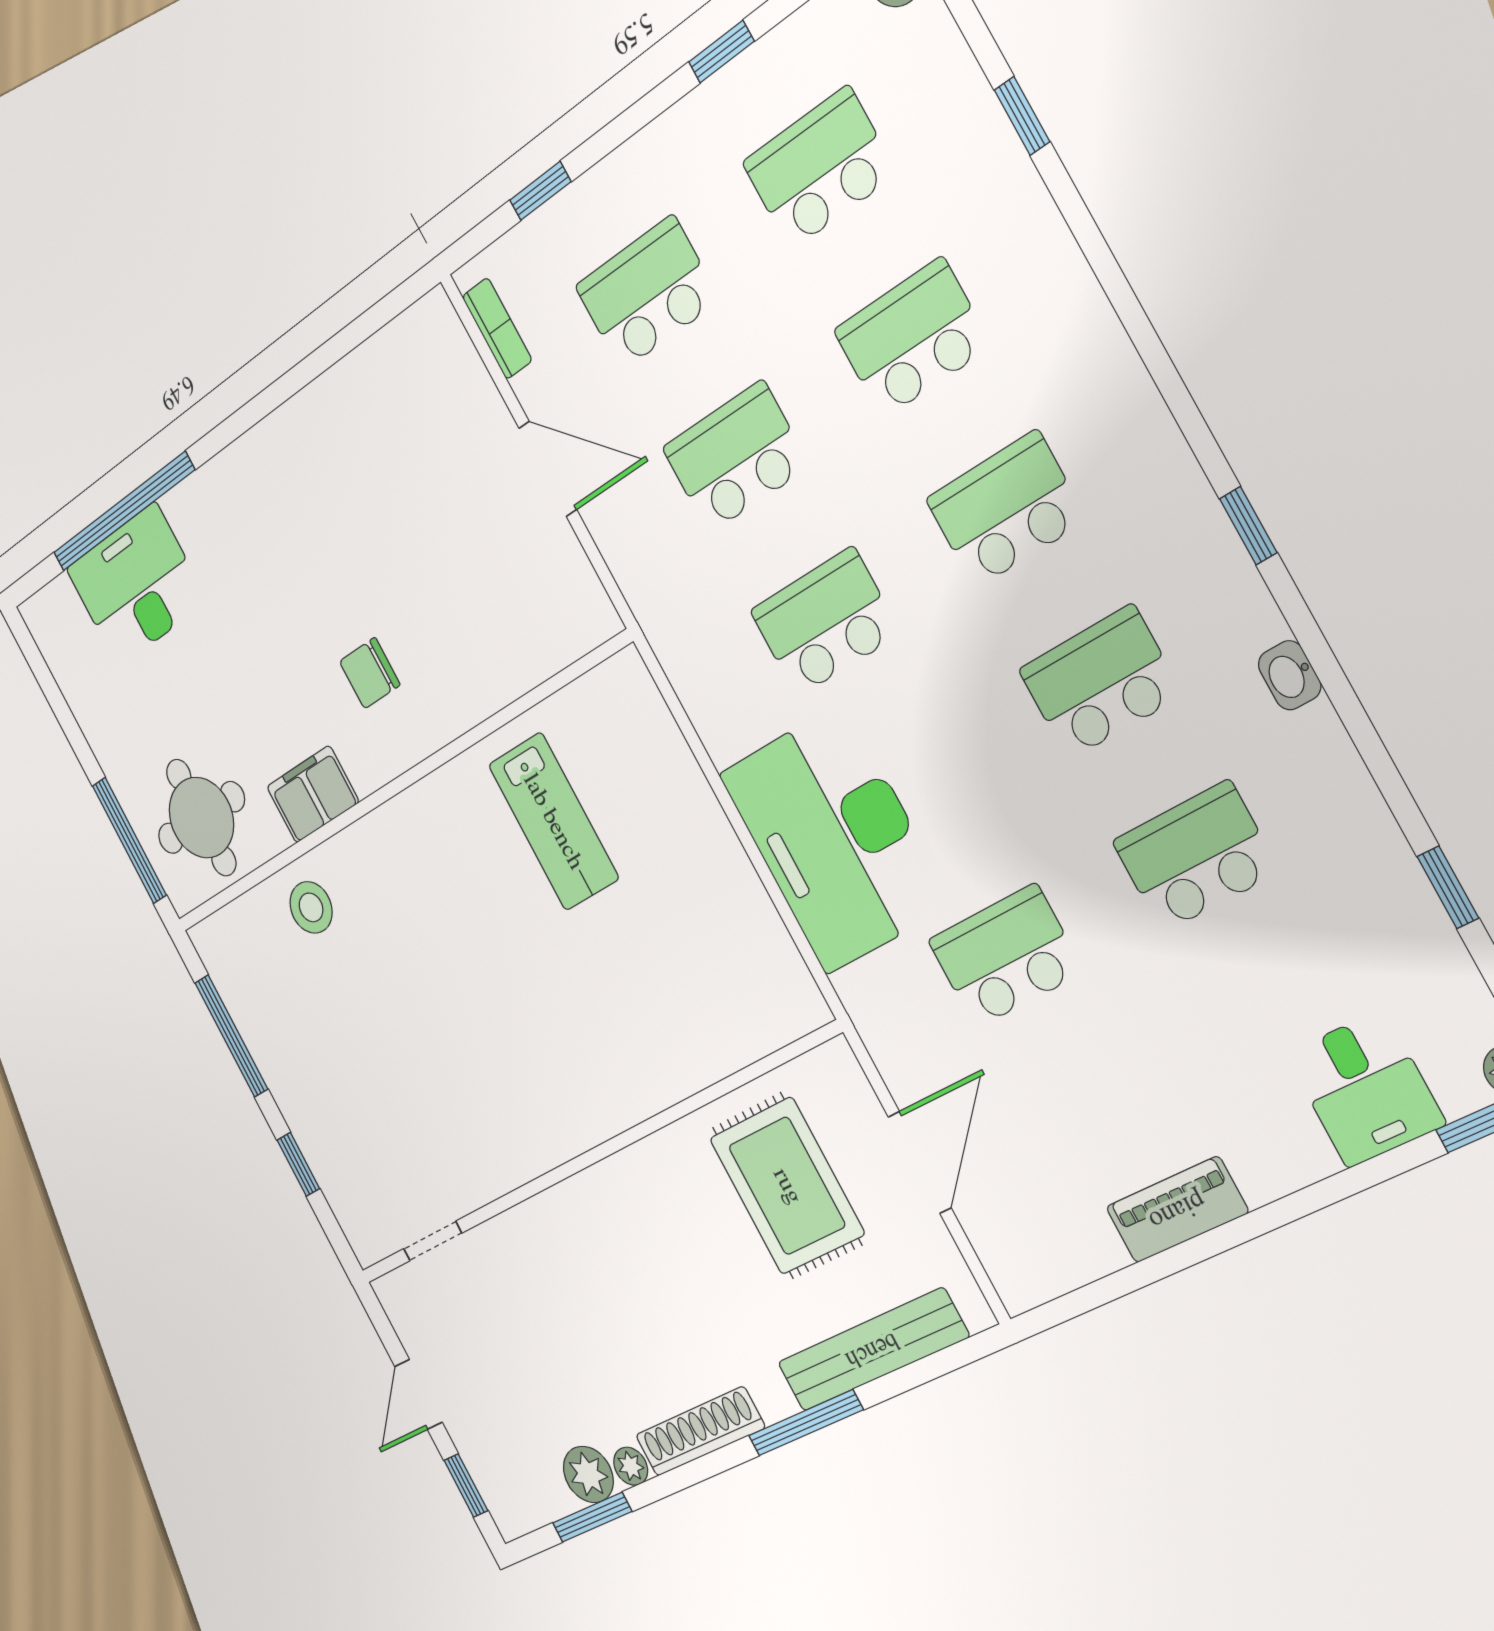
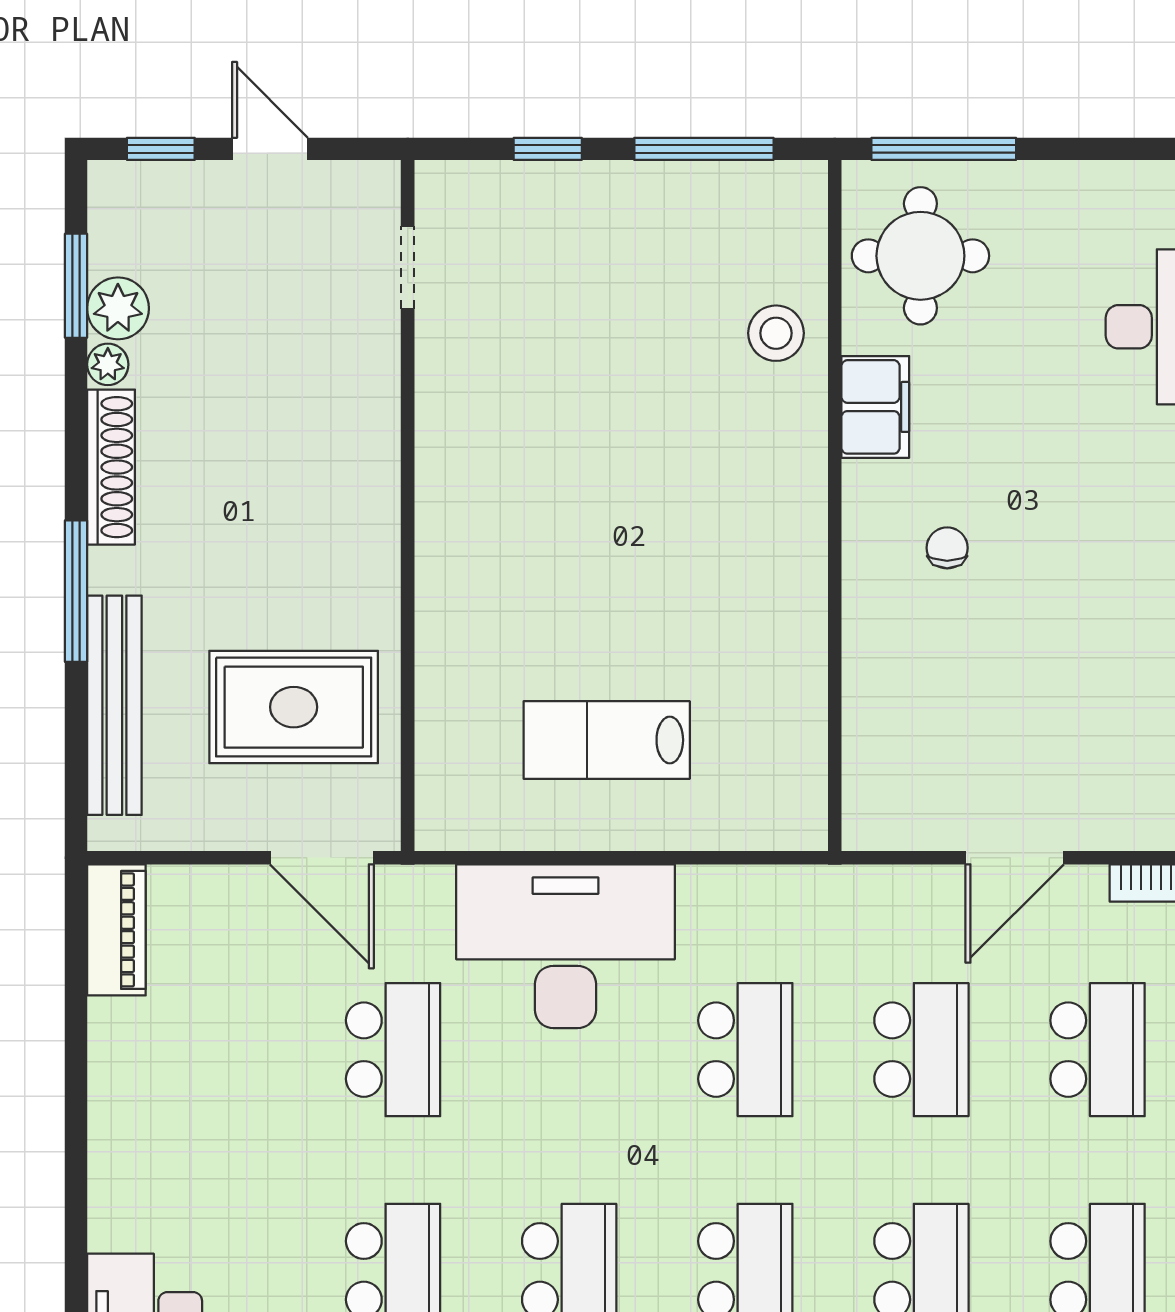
chair: (370, 673) -> (947, 548), width x0.73, depth x0.73
lab bench: (553, 822) -> (607, 740), moved
door: (920, 1162) -> (322, 858), moved
piano: (1177, 1210) -> (116, 930), moved

